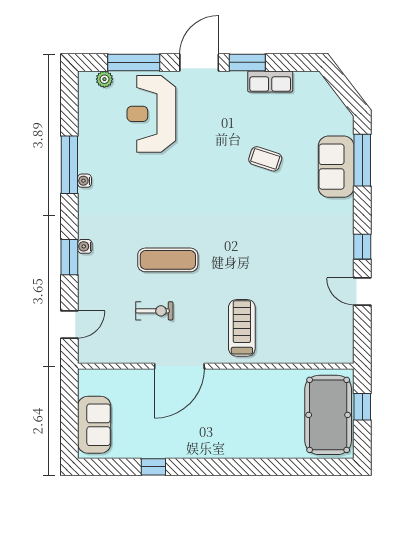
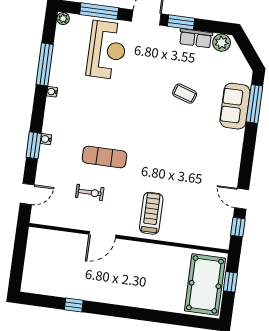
plant: (104, 79) -> (63, 19), moved
plant: (306, 83) -> (222, 43), added
reception desk: (151, 114) -> (107, 50), turned 180
window: (69, 165) -> (45, 64), moved
window: (362, 247) -> (238, 227), moved
door: (179, 366) -> (102, 235), width x0.73
sofa: (94, 425) -> (35, 269), removed

